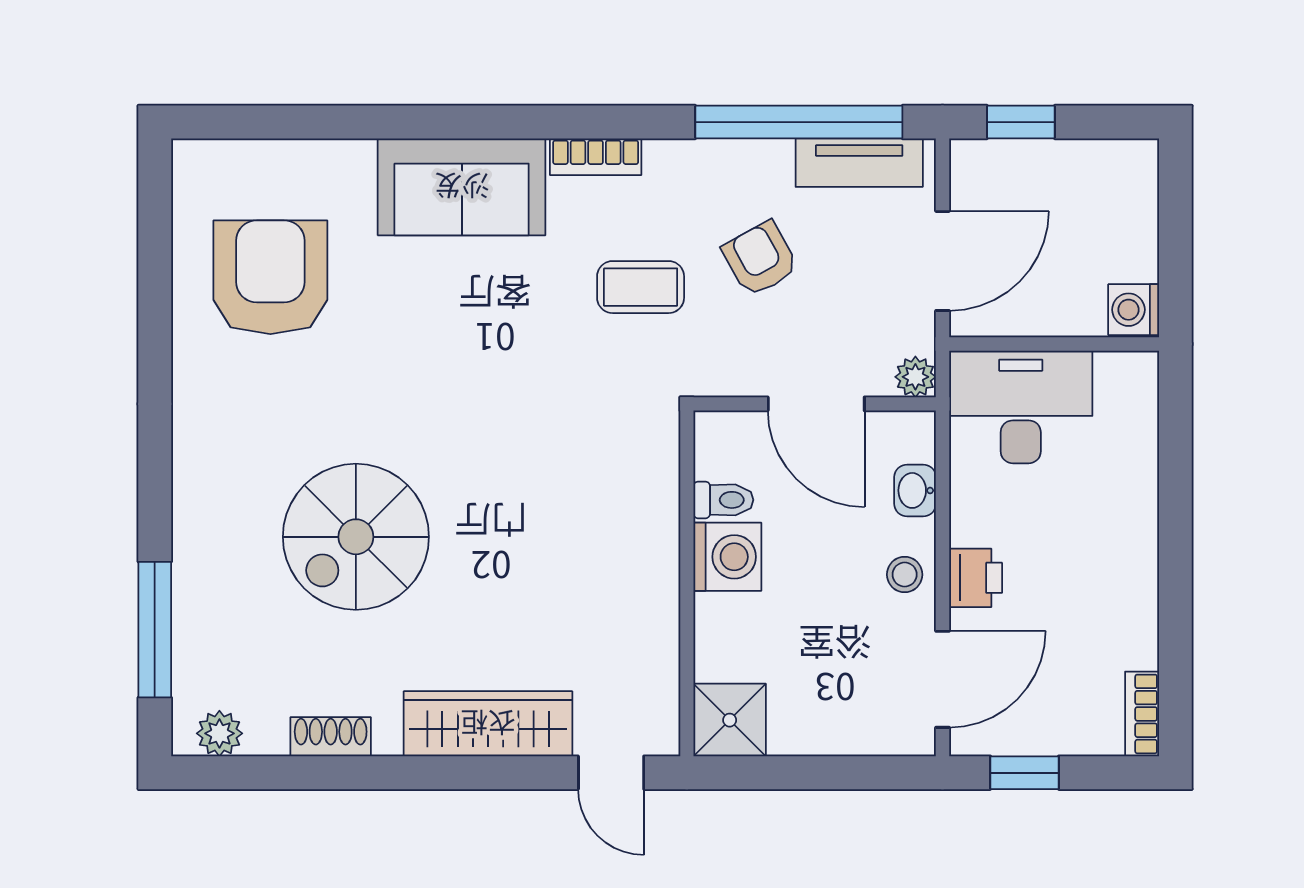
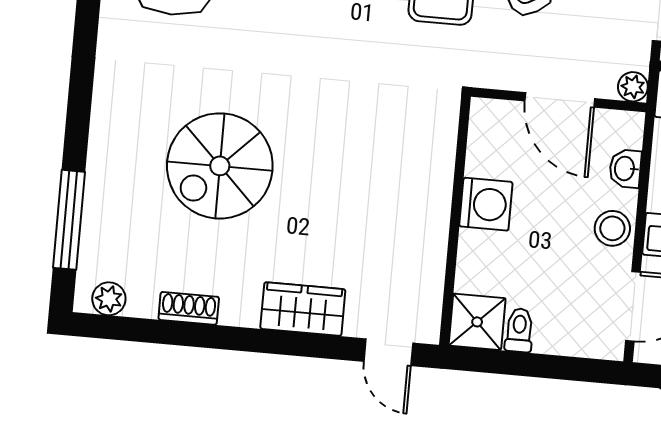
toilet: (723, 500) -> (519, 330), moved, turned -90
stool: (905, 575) -> (612, 228), width x1.37, depth x1.37
wardrobe: (488, 724) -> (303, 309), width x0.67

